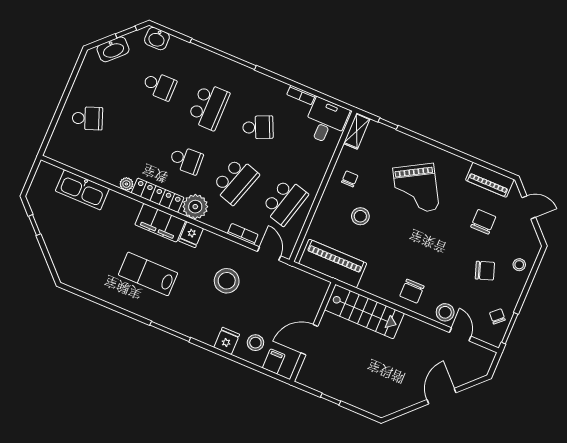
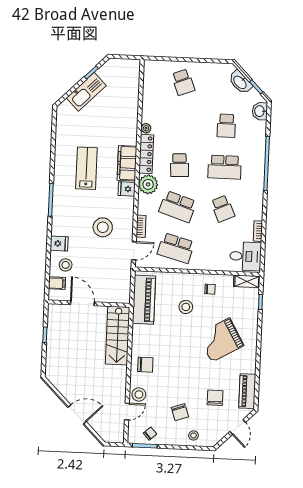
kitchen sink: (82, 190) -> (86, 92), moved, turned -135
chair: (483, 222) -> (215, 398), turned -90
chair: (412, 291) -> (145, 365), turned 180

